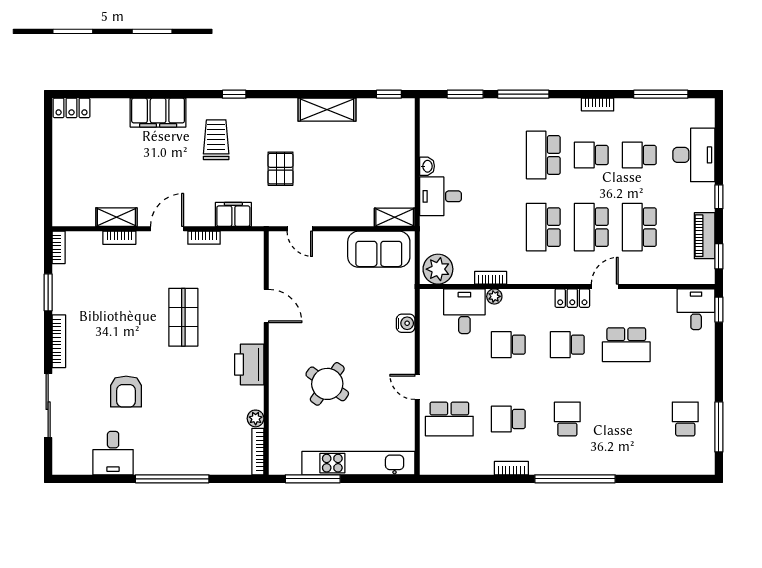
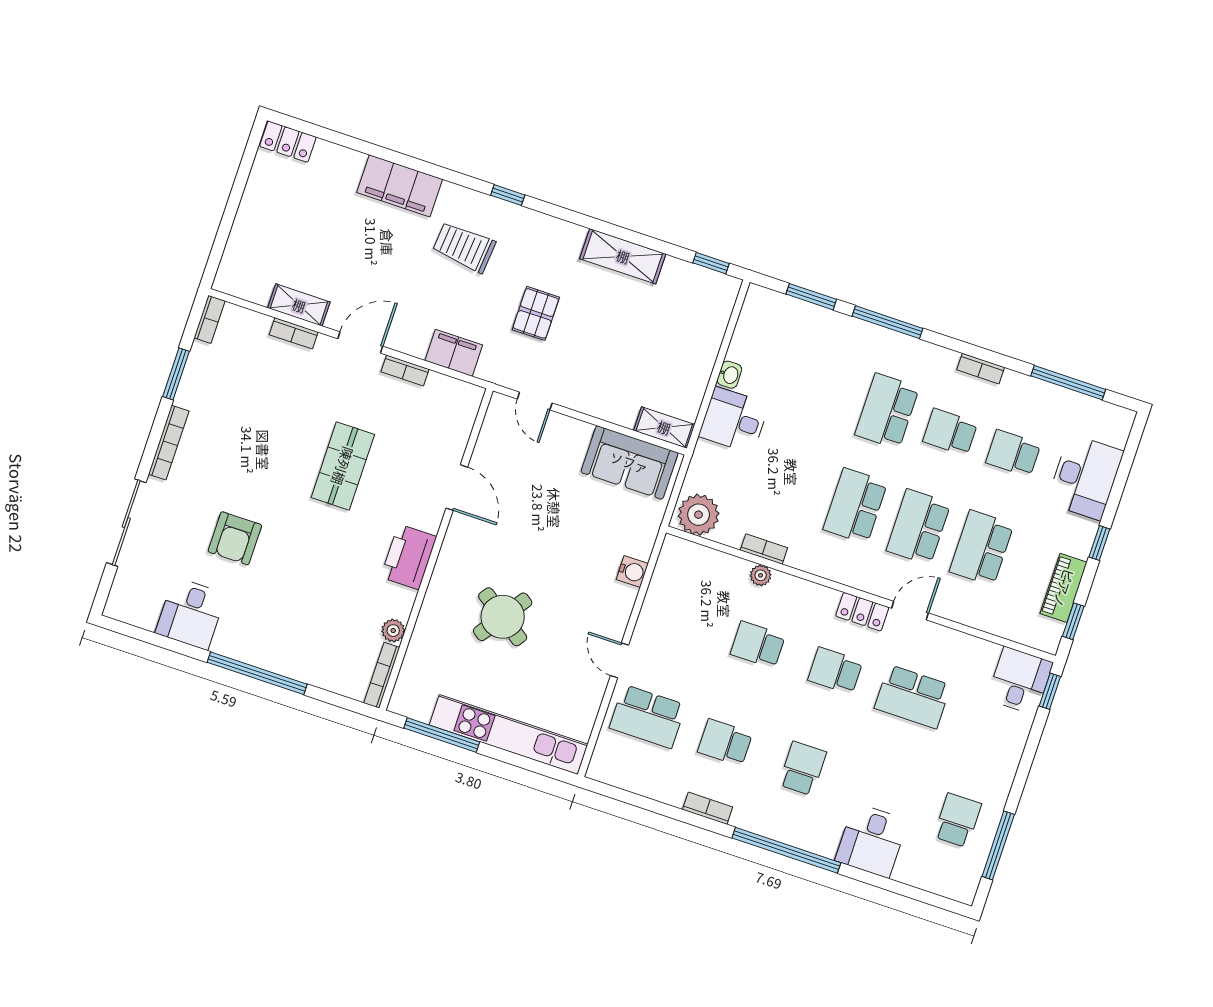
trolley: (216, 140) -> (464, 247), turned -85
desk: (464, 311) -> (872, 840), moved, turned 180

